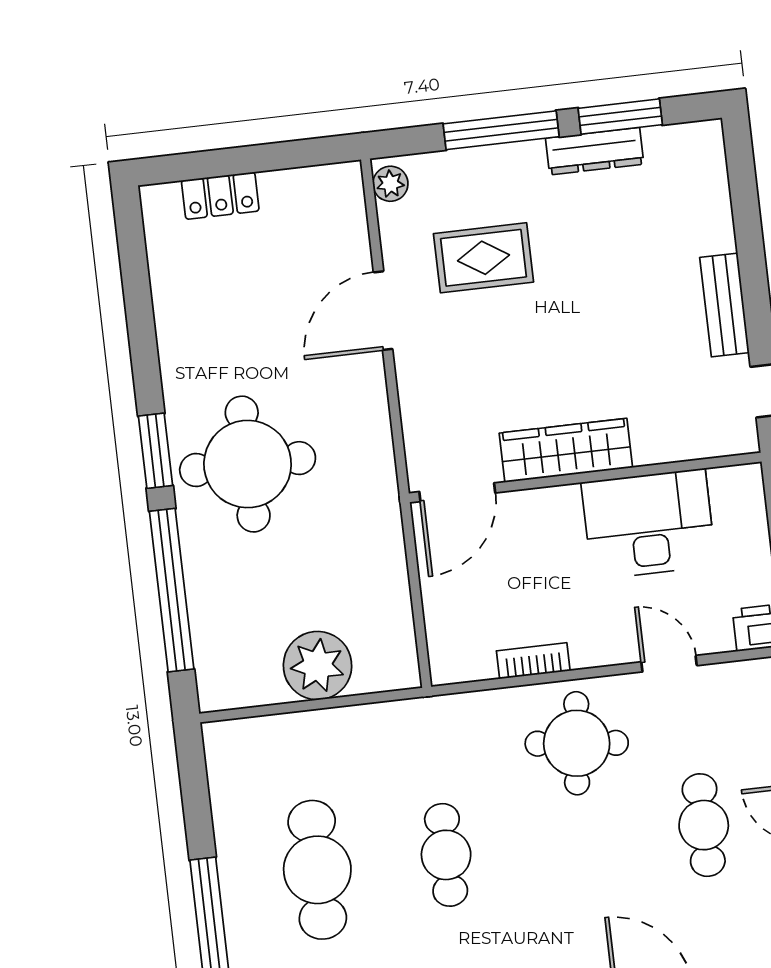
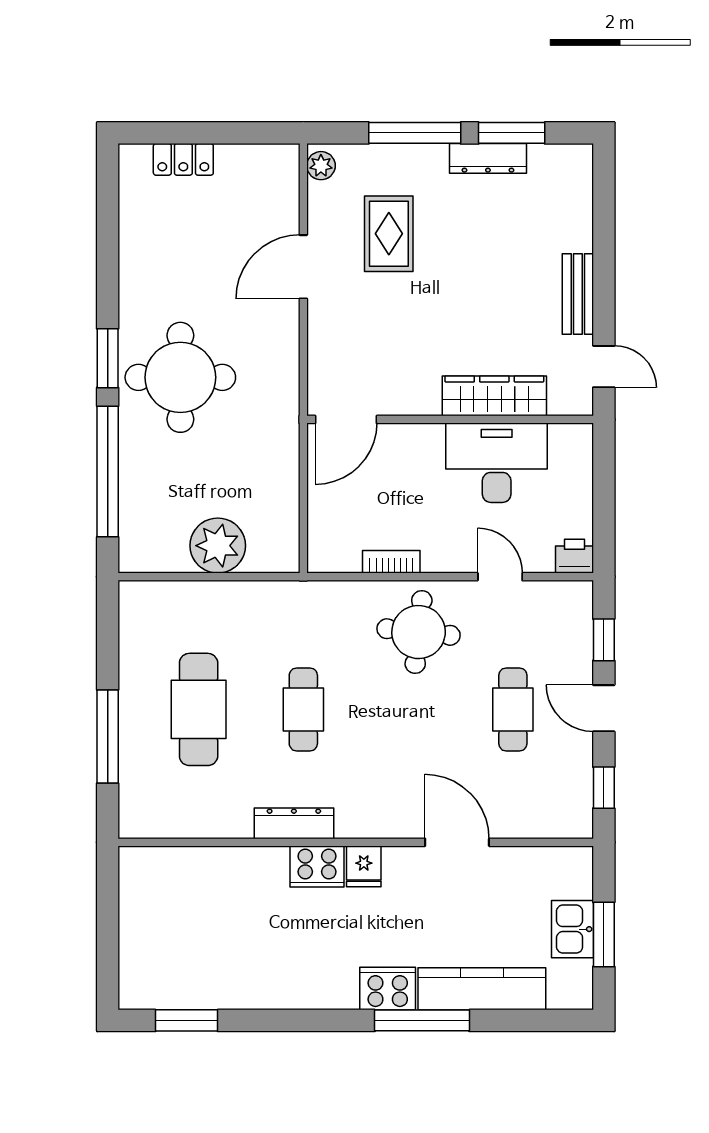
rug: (483, 258) -> (389, 234), turned 90
wardrobe: (566, 450) -> (494, 396), moved

